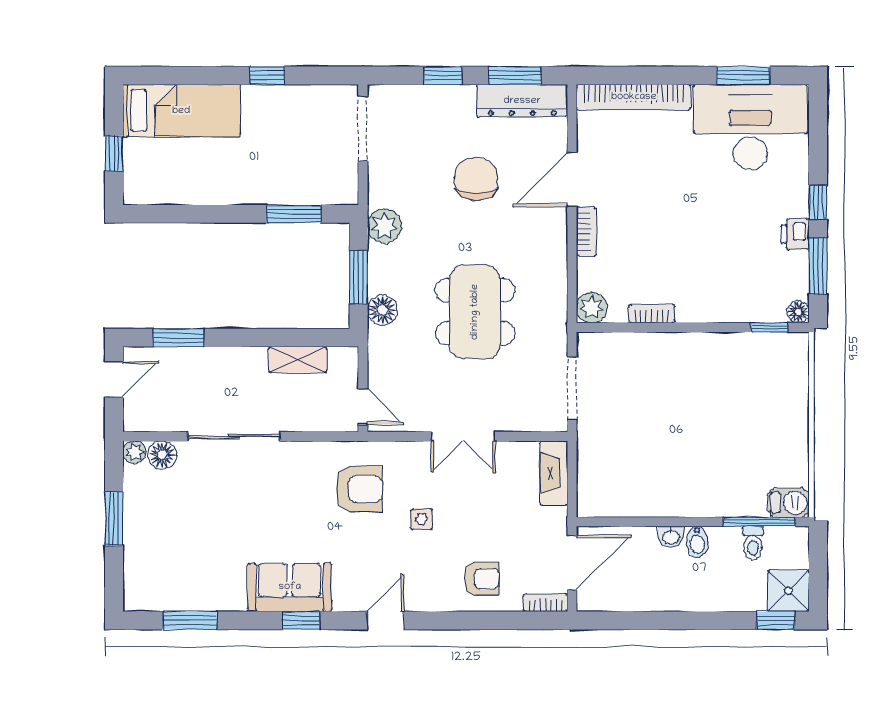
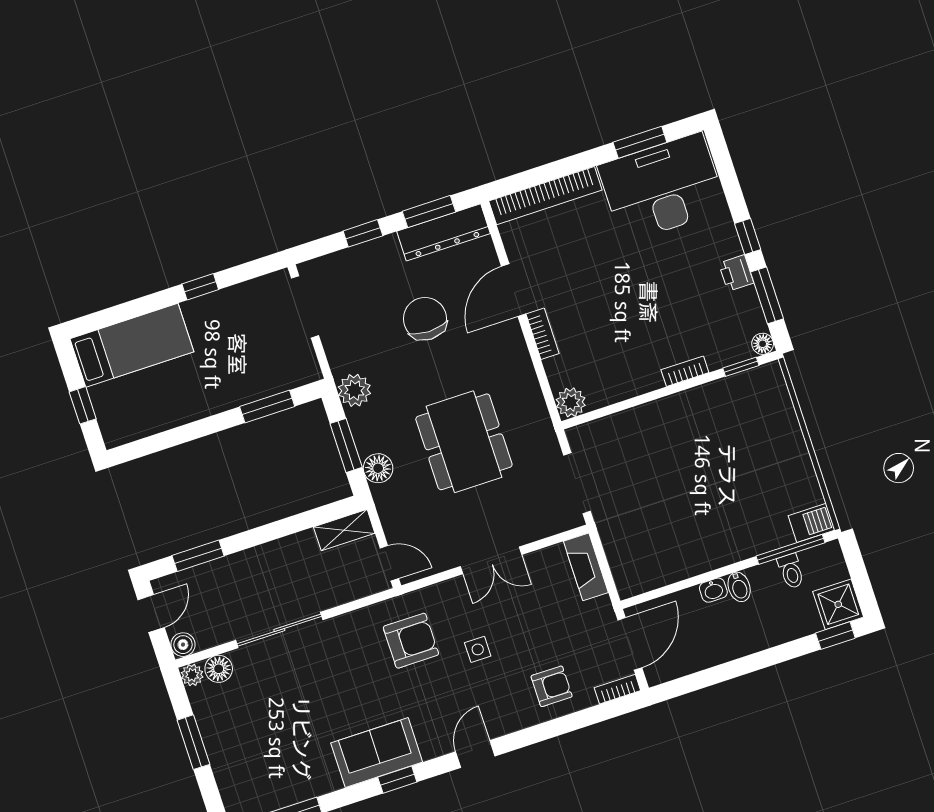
bookcase: (652, 314) -> (685, 371), moved
shelving: (298, 360) -> (344, 530), moved
boiler: (135, 420) -> (183, 645), added

